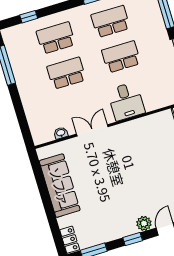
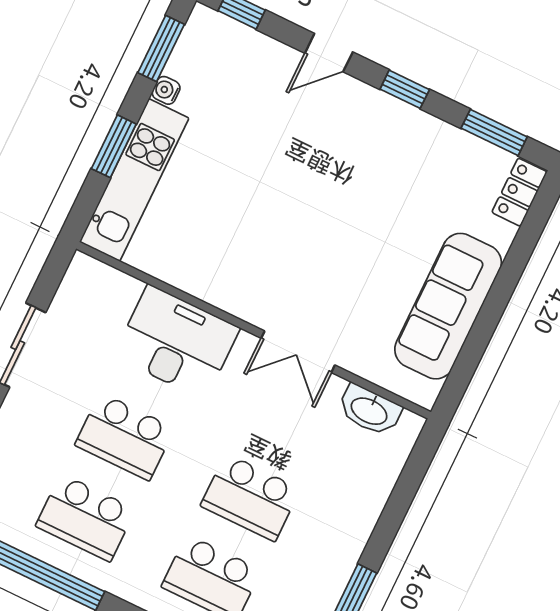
desk: (126, 101) -> (177, 342), width x1.37
washbasin: (61, 133) -> (370, 410), width x1.91, depth x1.45
plant: (144, 223) -> (359, 99), removed

